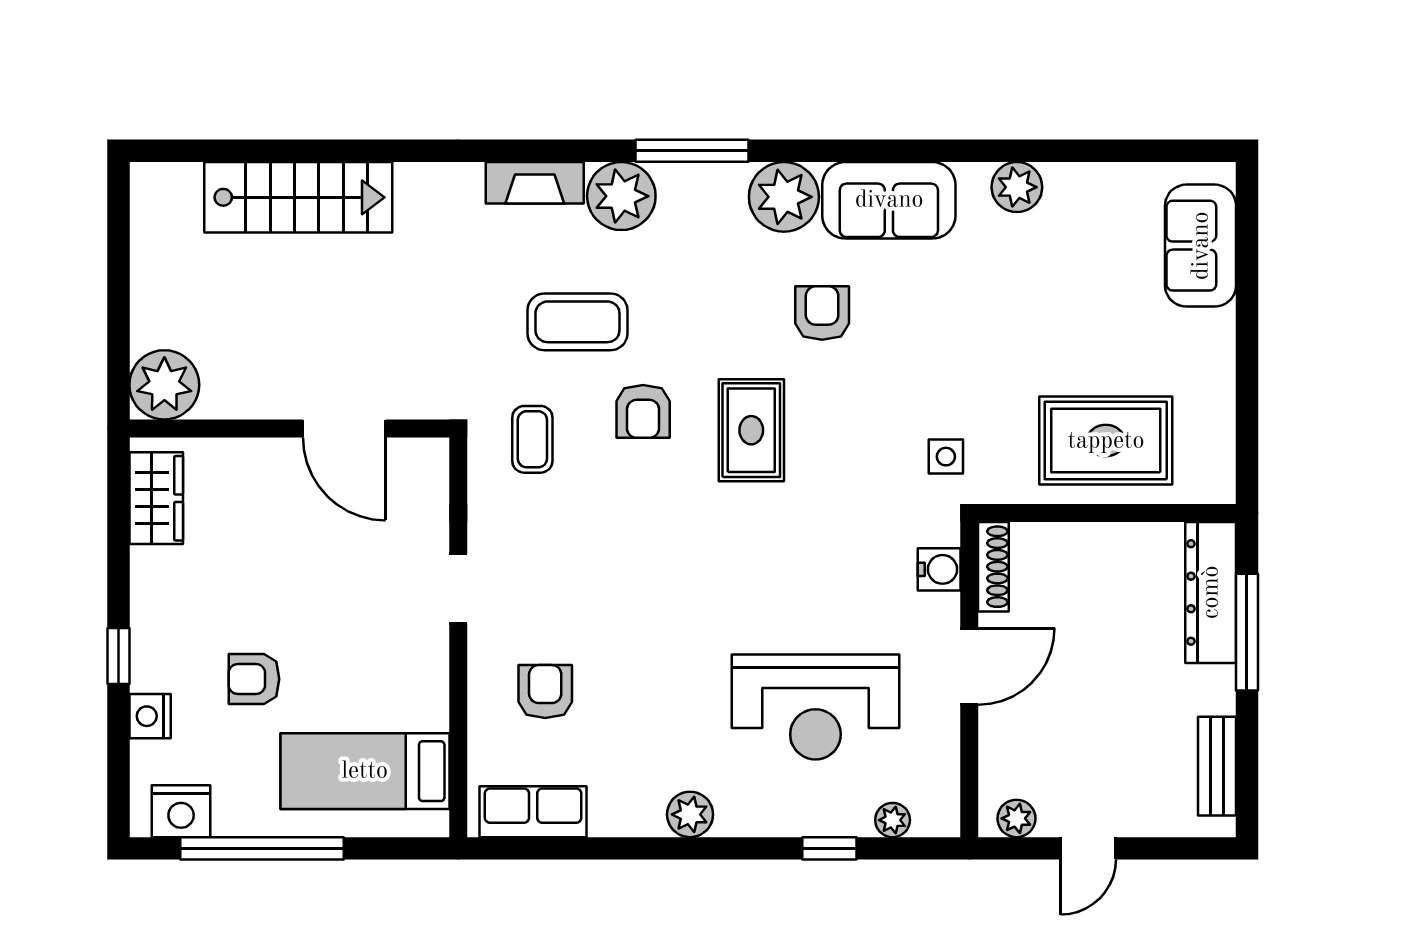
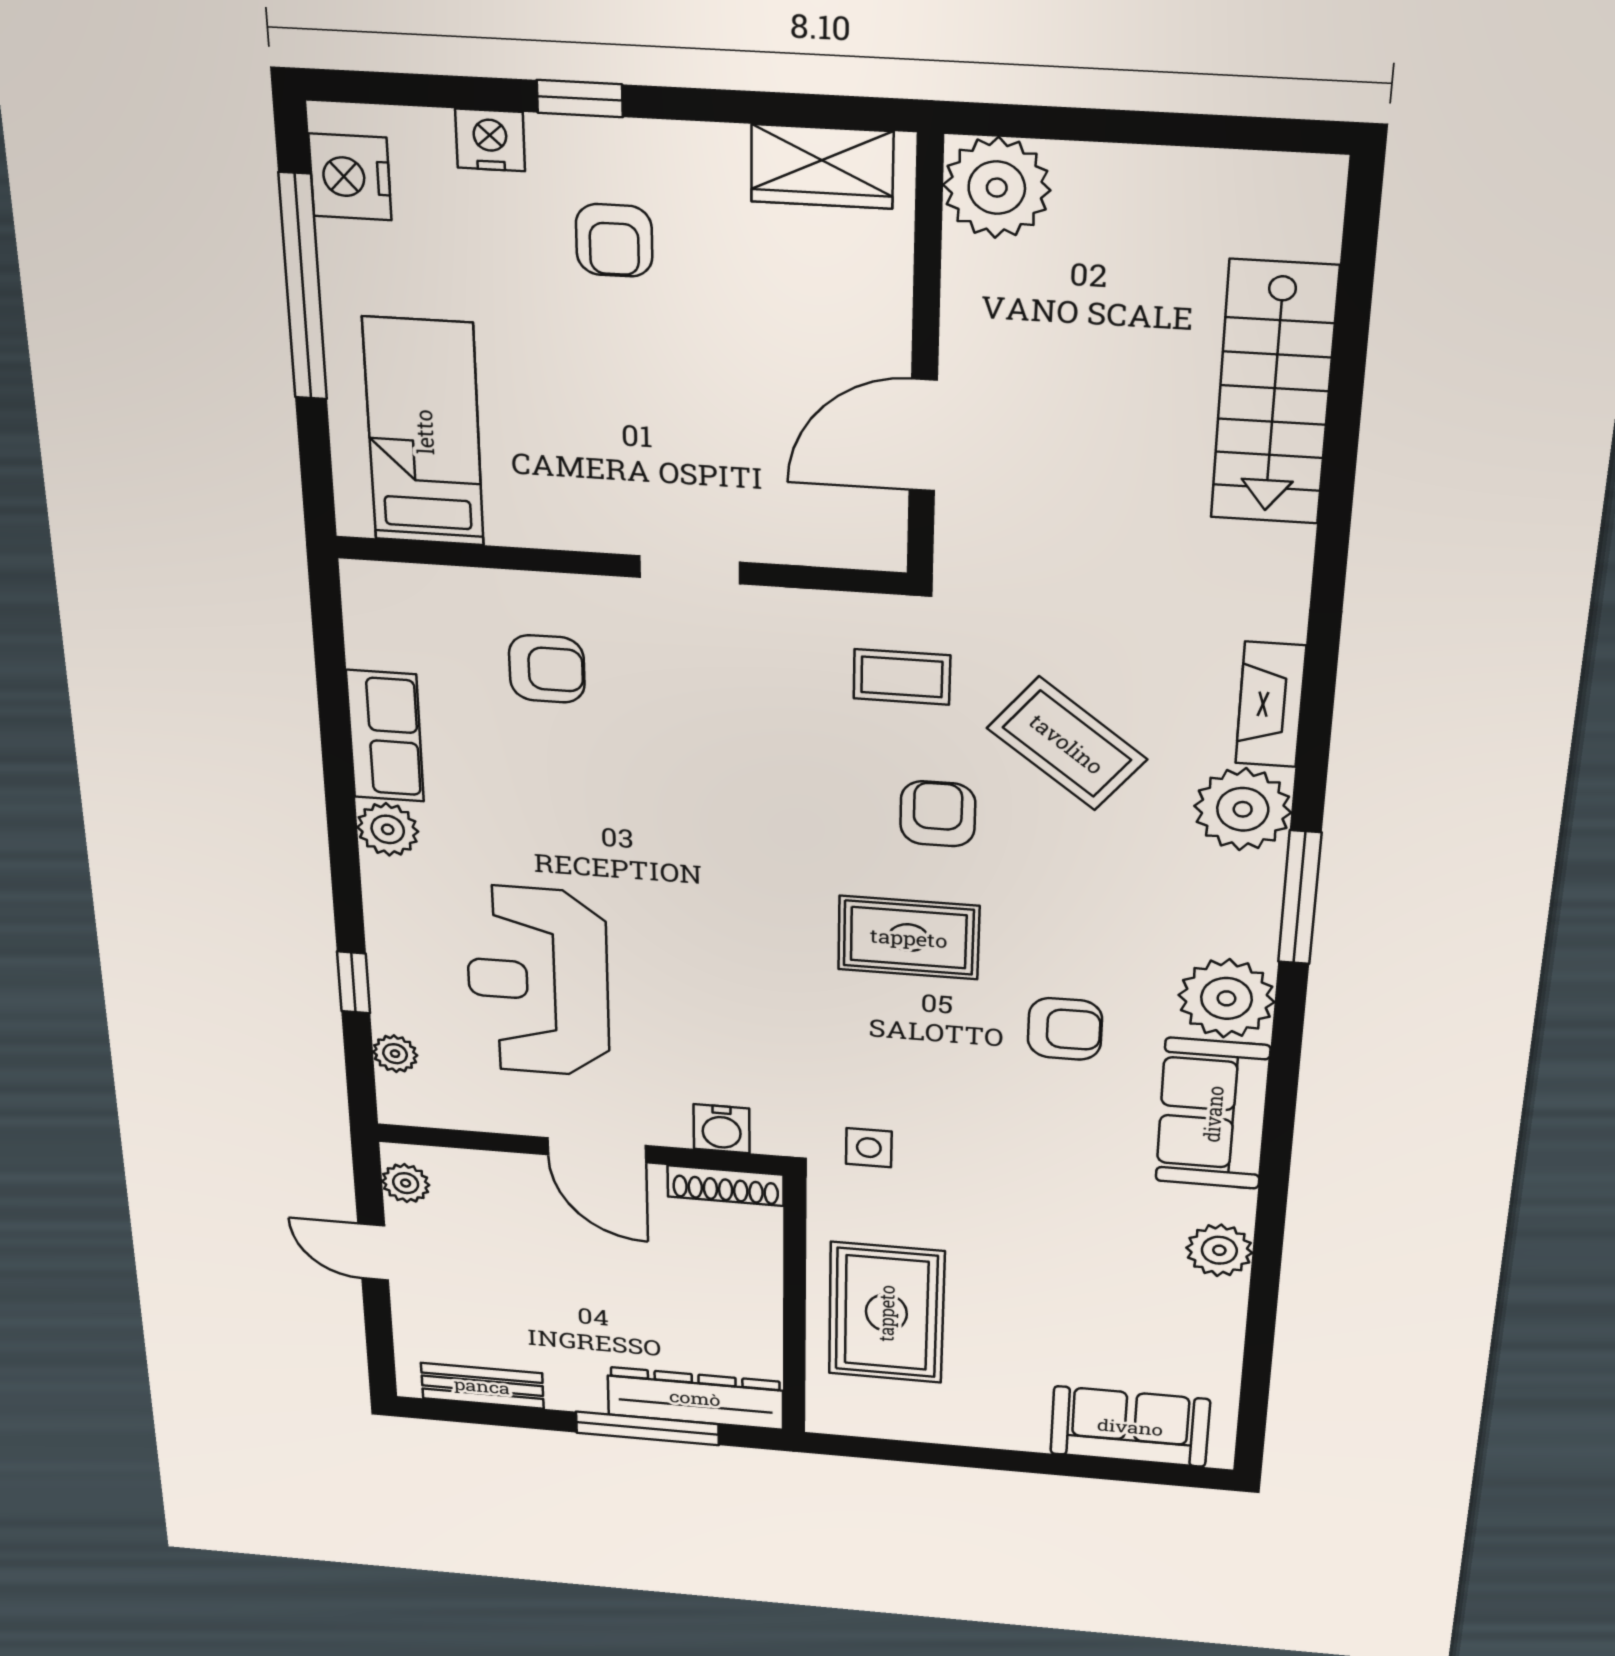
coffee table: (577, 322) -> (1067, 744), turned -52
armchair: (643, 411) -> (938, 814), turned 90
armchair: (254, 679) -> (614, 240), moved, turned 180
row of seats: (533, 812) -> (385, 736), moved

